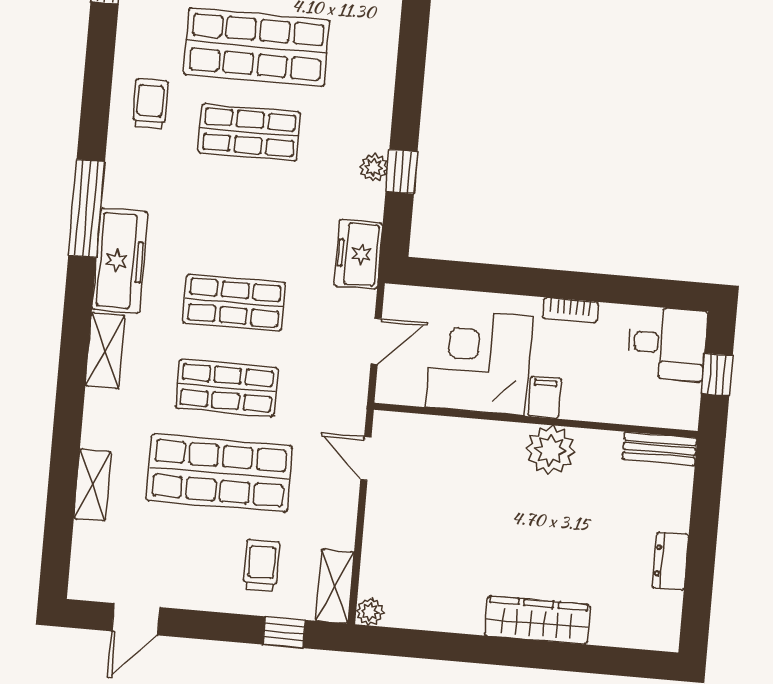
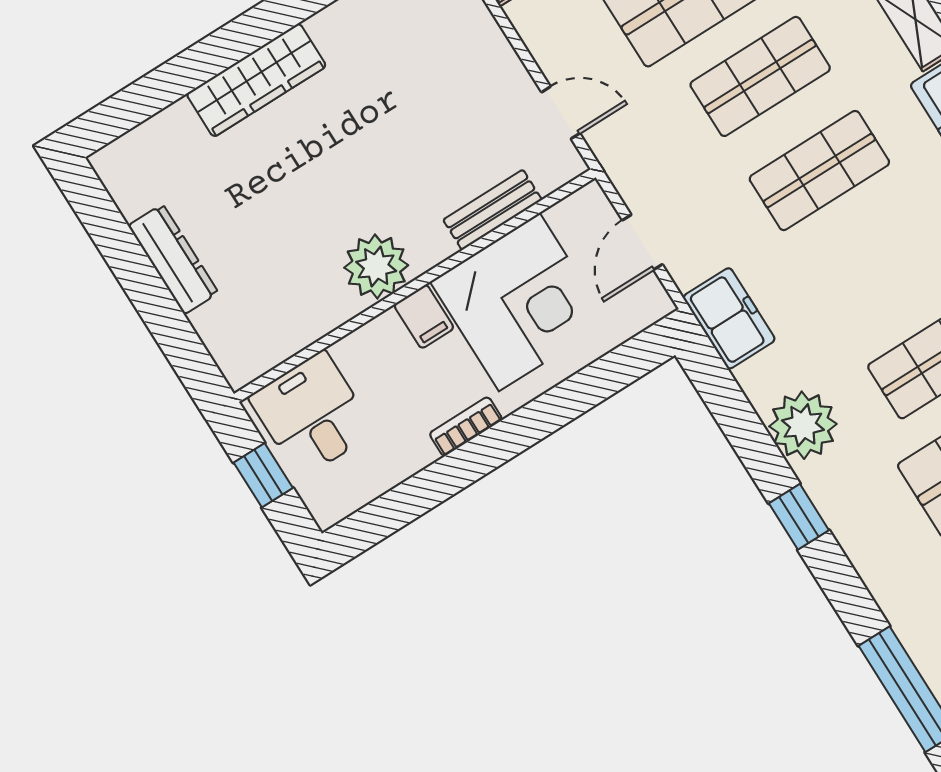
plant: (374, 167) -> (803, 425), width x1.88, depth x1.88
window: (402, 172) -> (799, 517), moved
desk: (667, 343) -> (312, 414), moved, turned 90
bench: (660, 449) -> (493, 210), moved
dresser: (670, 561) -> (173, 259), width x1.44

